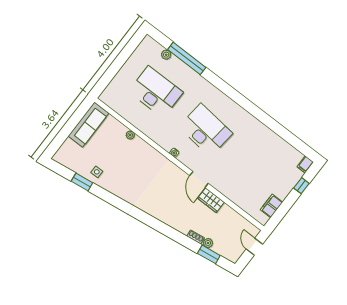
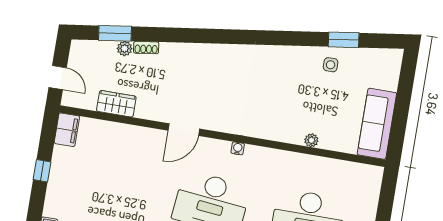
door: (199, 179) -> (184, 130), swing flipped
window: (301, 186) -> (42, 171), moved
wardrobe: (211, 200) -> (116, 104), moved
filing cabinet: (272, 206) -> (67, 130), moved

